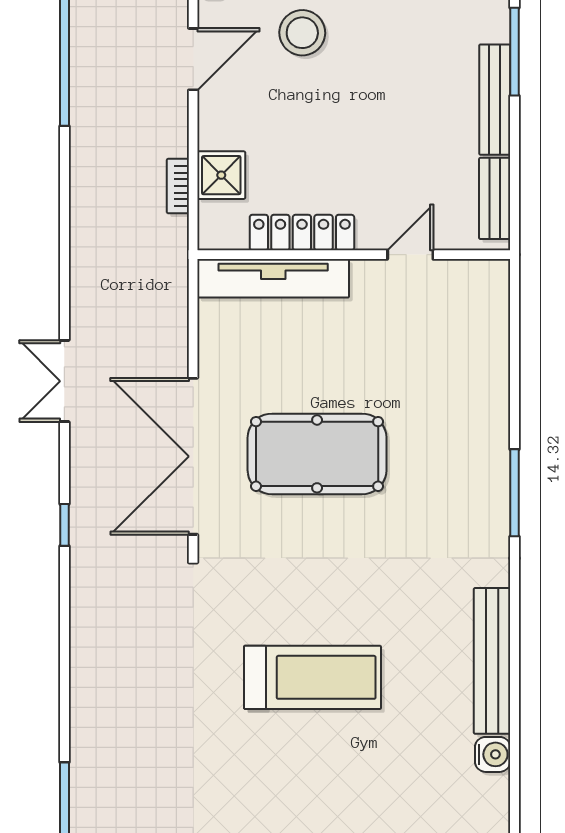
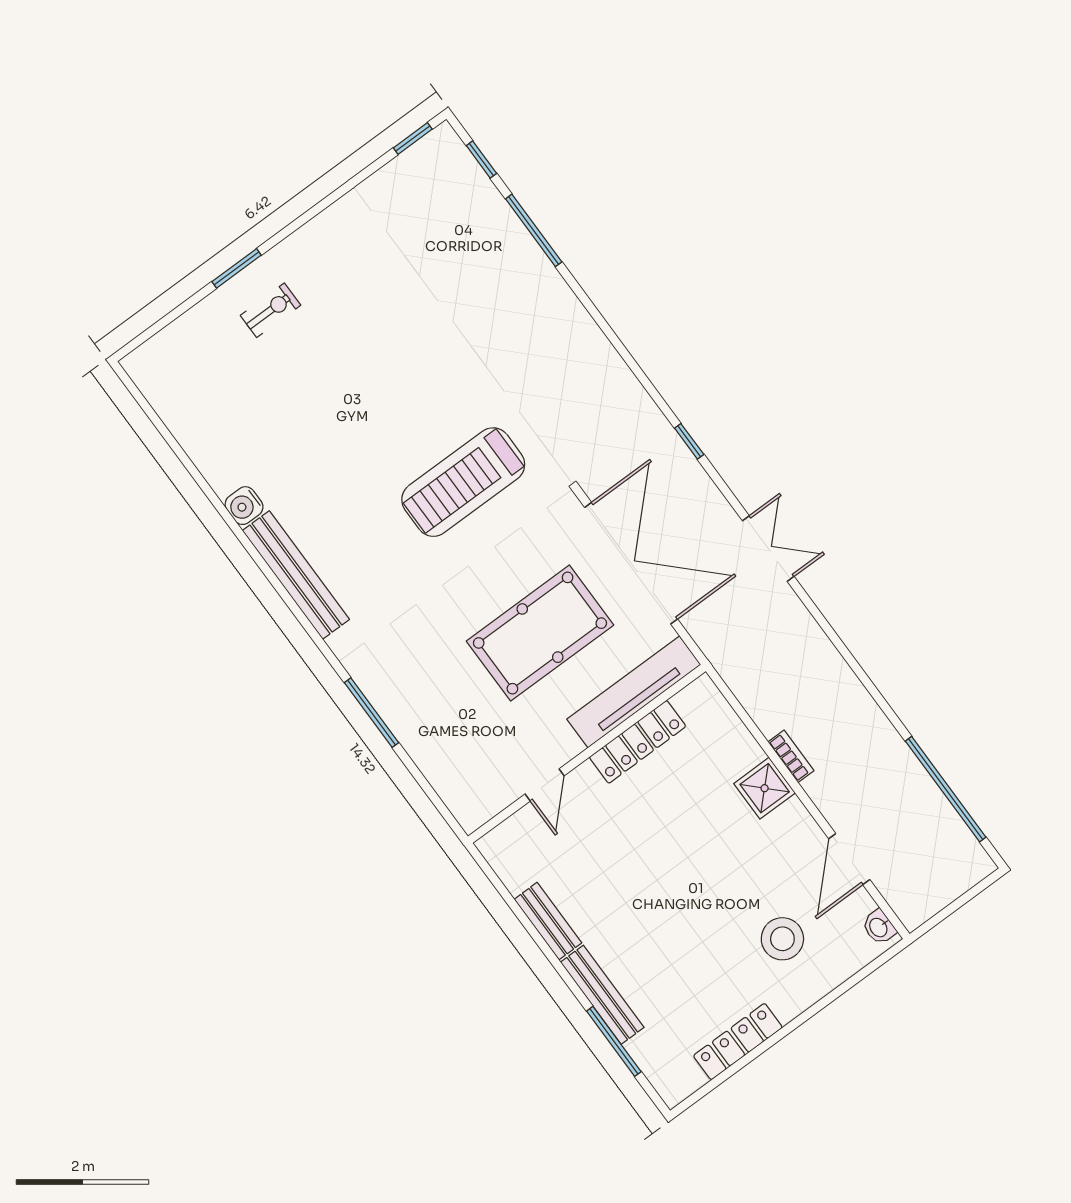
locker: (302, 233) -> (638, 742), moved
wall: (354, 255) -> (587, 754), moved
door: (410, 255) -> (545, 785), moved
tv unit: (273, 278) -> (634, 692), moved
treadmill: (313, 677) -> (463, 482), moved

